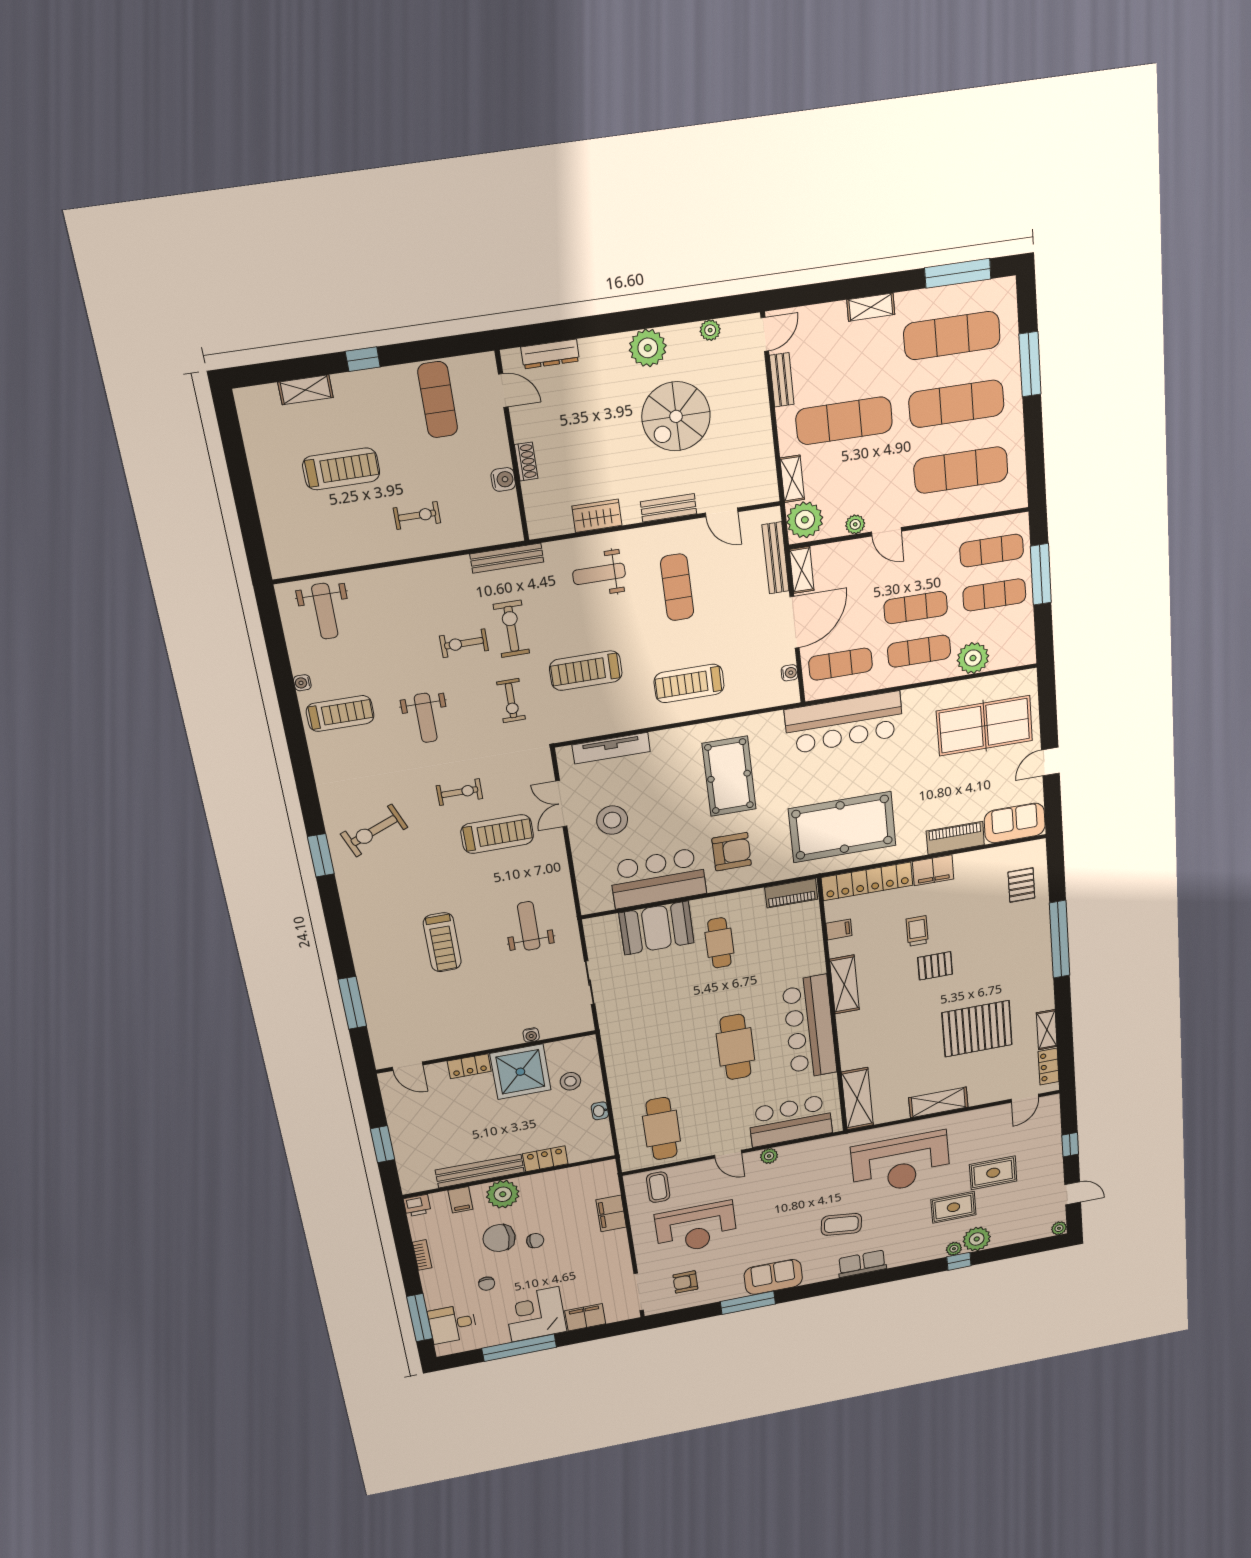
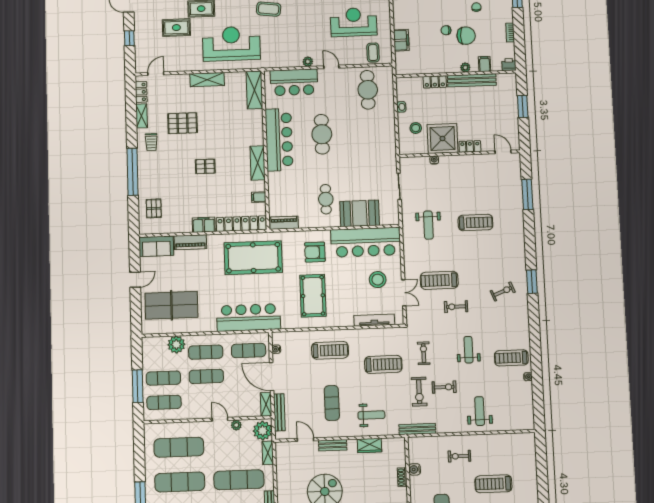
weight bench: (325, 611) -> (480, 411), moved
door: (795, 622) -> (272, 377), hinge flipped
exercise bike: (374, 831) -> (503, 291), width x0.73, depth x0.72
bar counter: (658, 878) -> (365, 242), width x1.36
trolley: (917, 931) -> (151, 142), moved
treadmill: (442, 942) -> (475, 223), turned 90
pallet: (977, 1029) -> (182, 123), width x0.73, depth x0.71
plant: (503, 1194) -> (465, 68), width x0.53, depth x0.53

